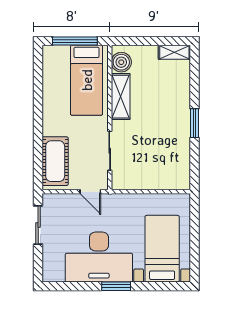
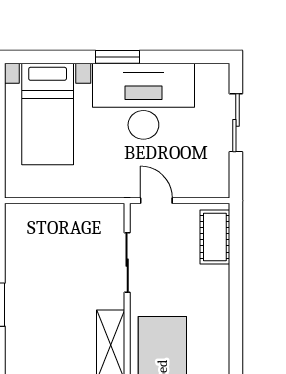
cot: (55, 161) -> (215, 237), width x0.73, depth x0.75
sliding door: (38, 225) -> (236, 123), moved

